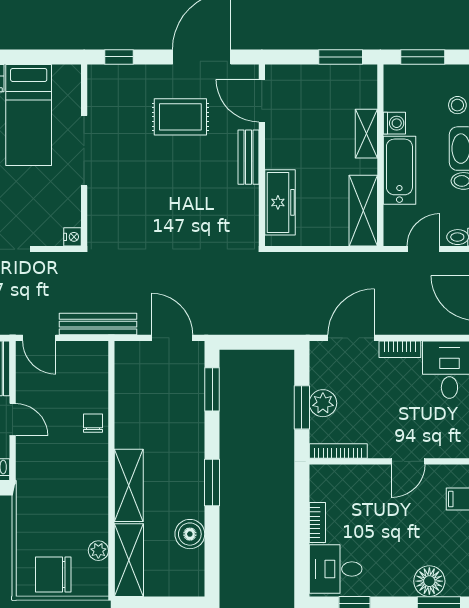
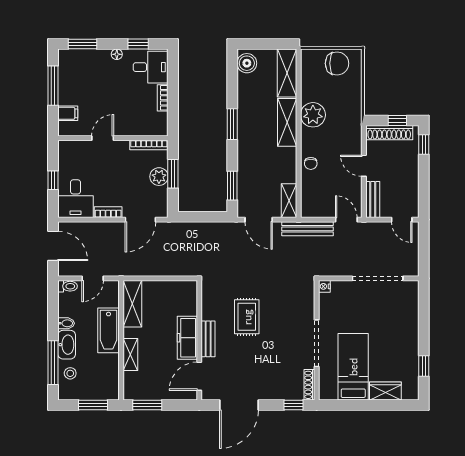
shoe rack: (95, 88) -> (309, 385), added
door: (262, 101) -> (199, 376), swing flipped
rug: (180, 117) -> (247, 317), moved, turned 90
washing machine: (394, 123) -> (112, 361), removed
freezer: (280, 202) -> (187, 338), moved
shelving: (126, 367) -> (289, 201), added
boiler: (190, 534) -> (247, 63), moved
plant: (98, 551) -> (313, 115), moved, width x1.88, depth x1.88
floor lamp: (429, 581) -> (117, 54), moved, width x0.53, depth x0.53

